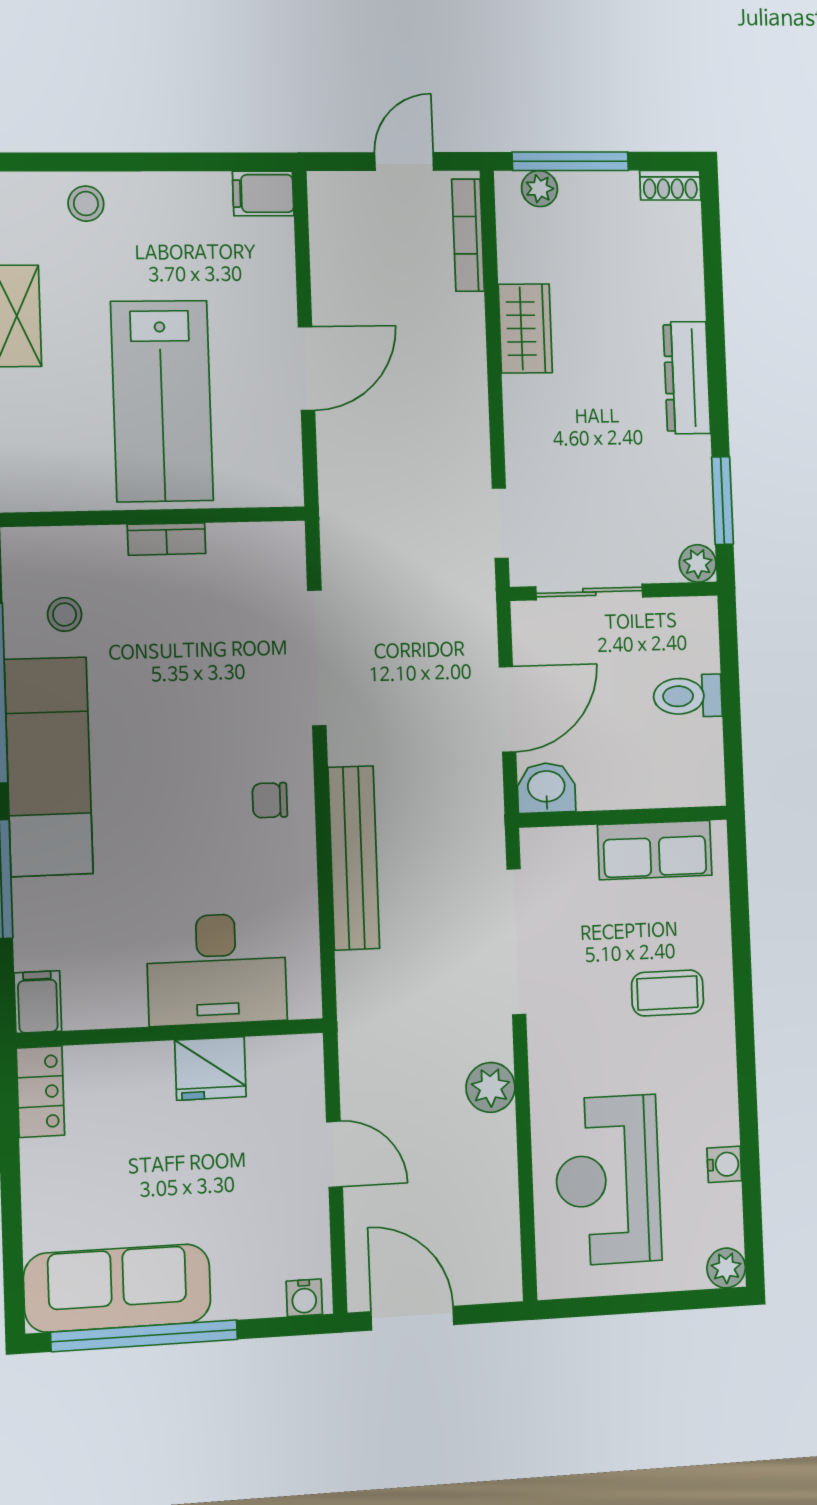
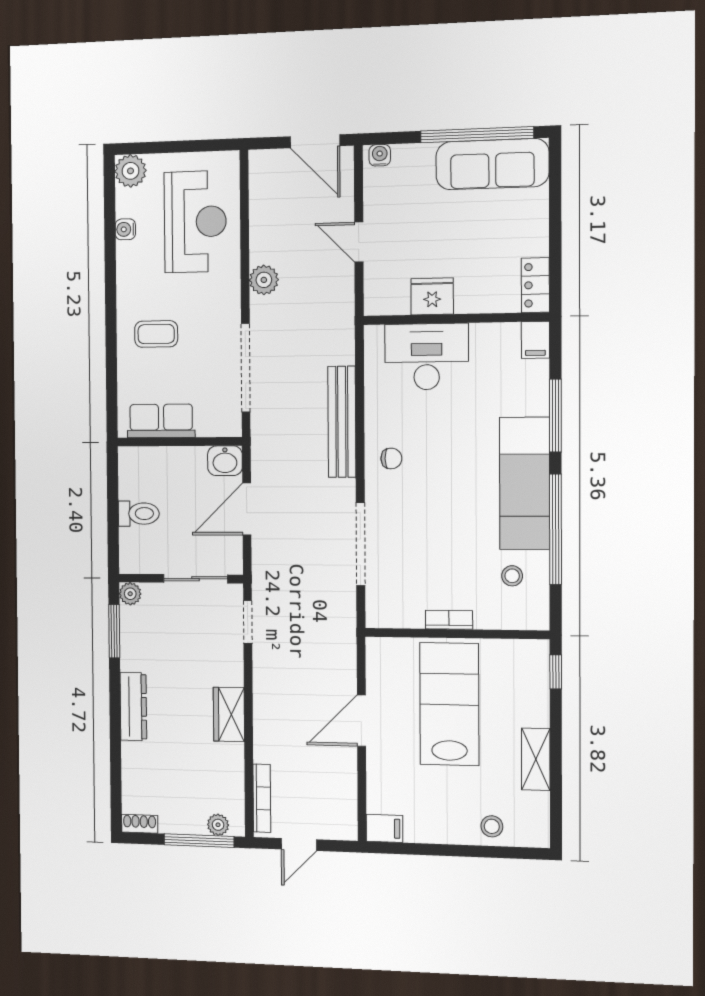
wardrobe: (525, 328) -> (229, 714), moved
plant: (726, 1268) -> (130, 171), width x1.38, depth x1.38

